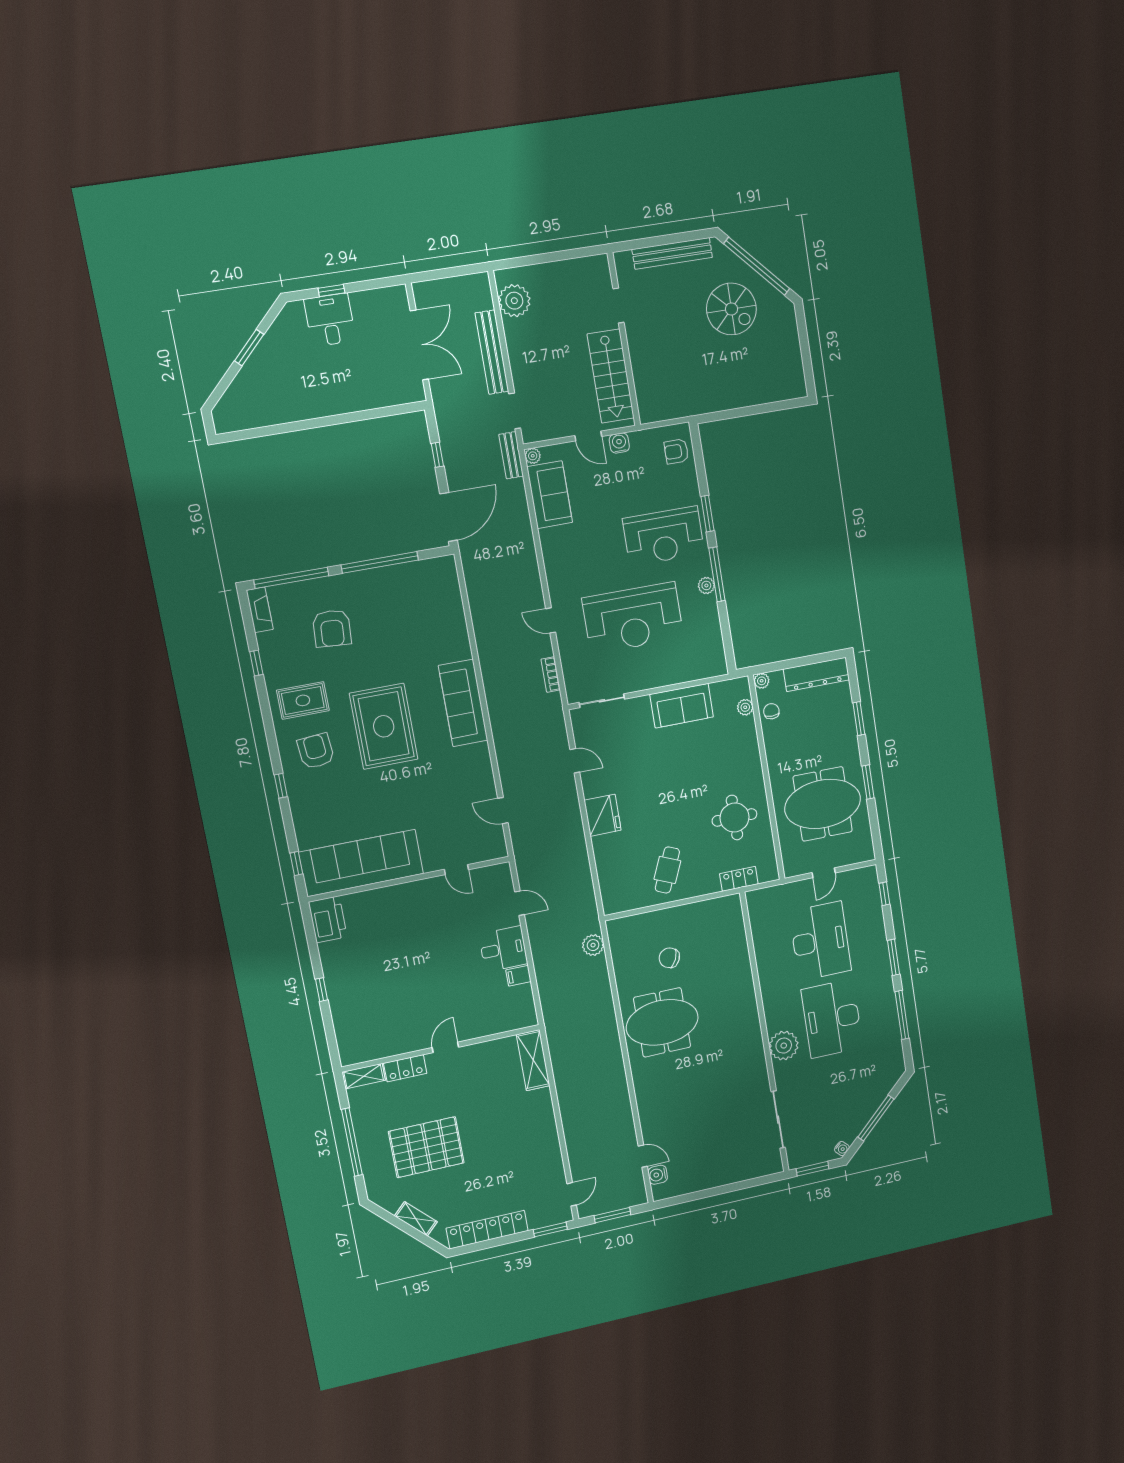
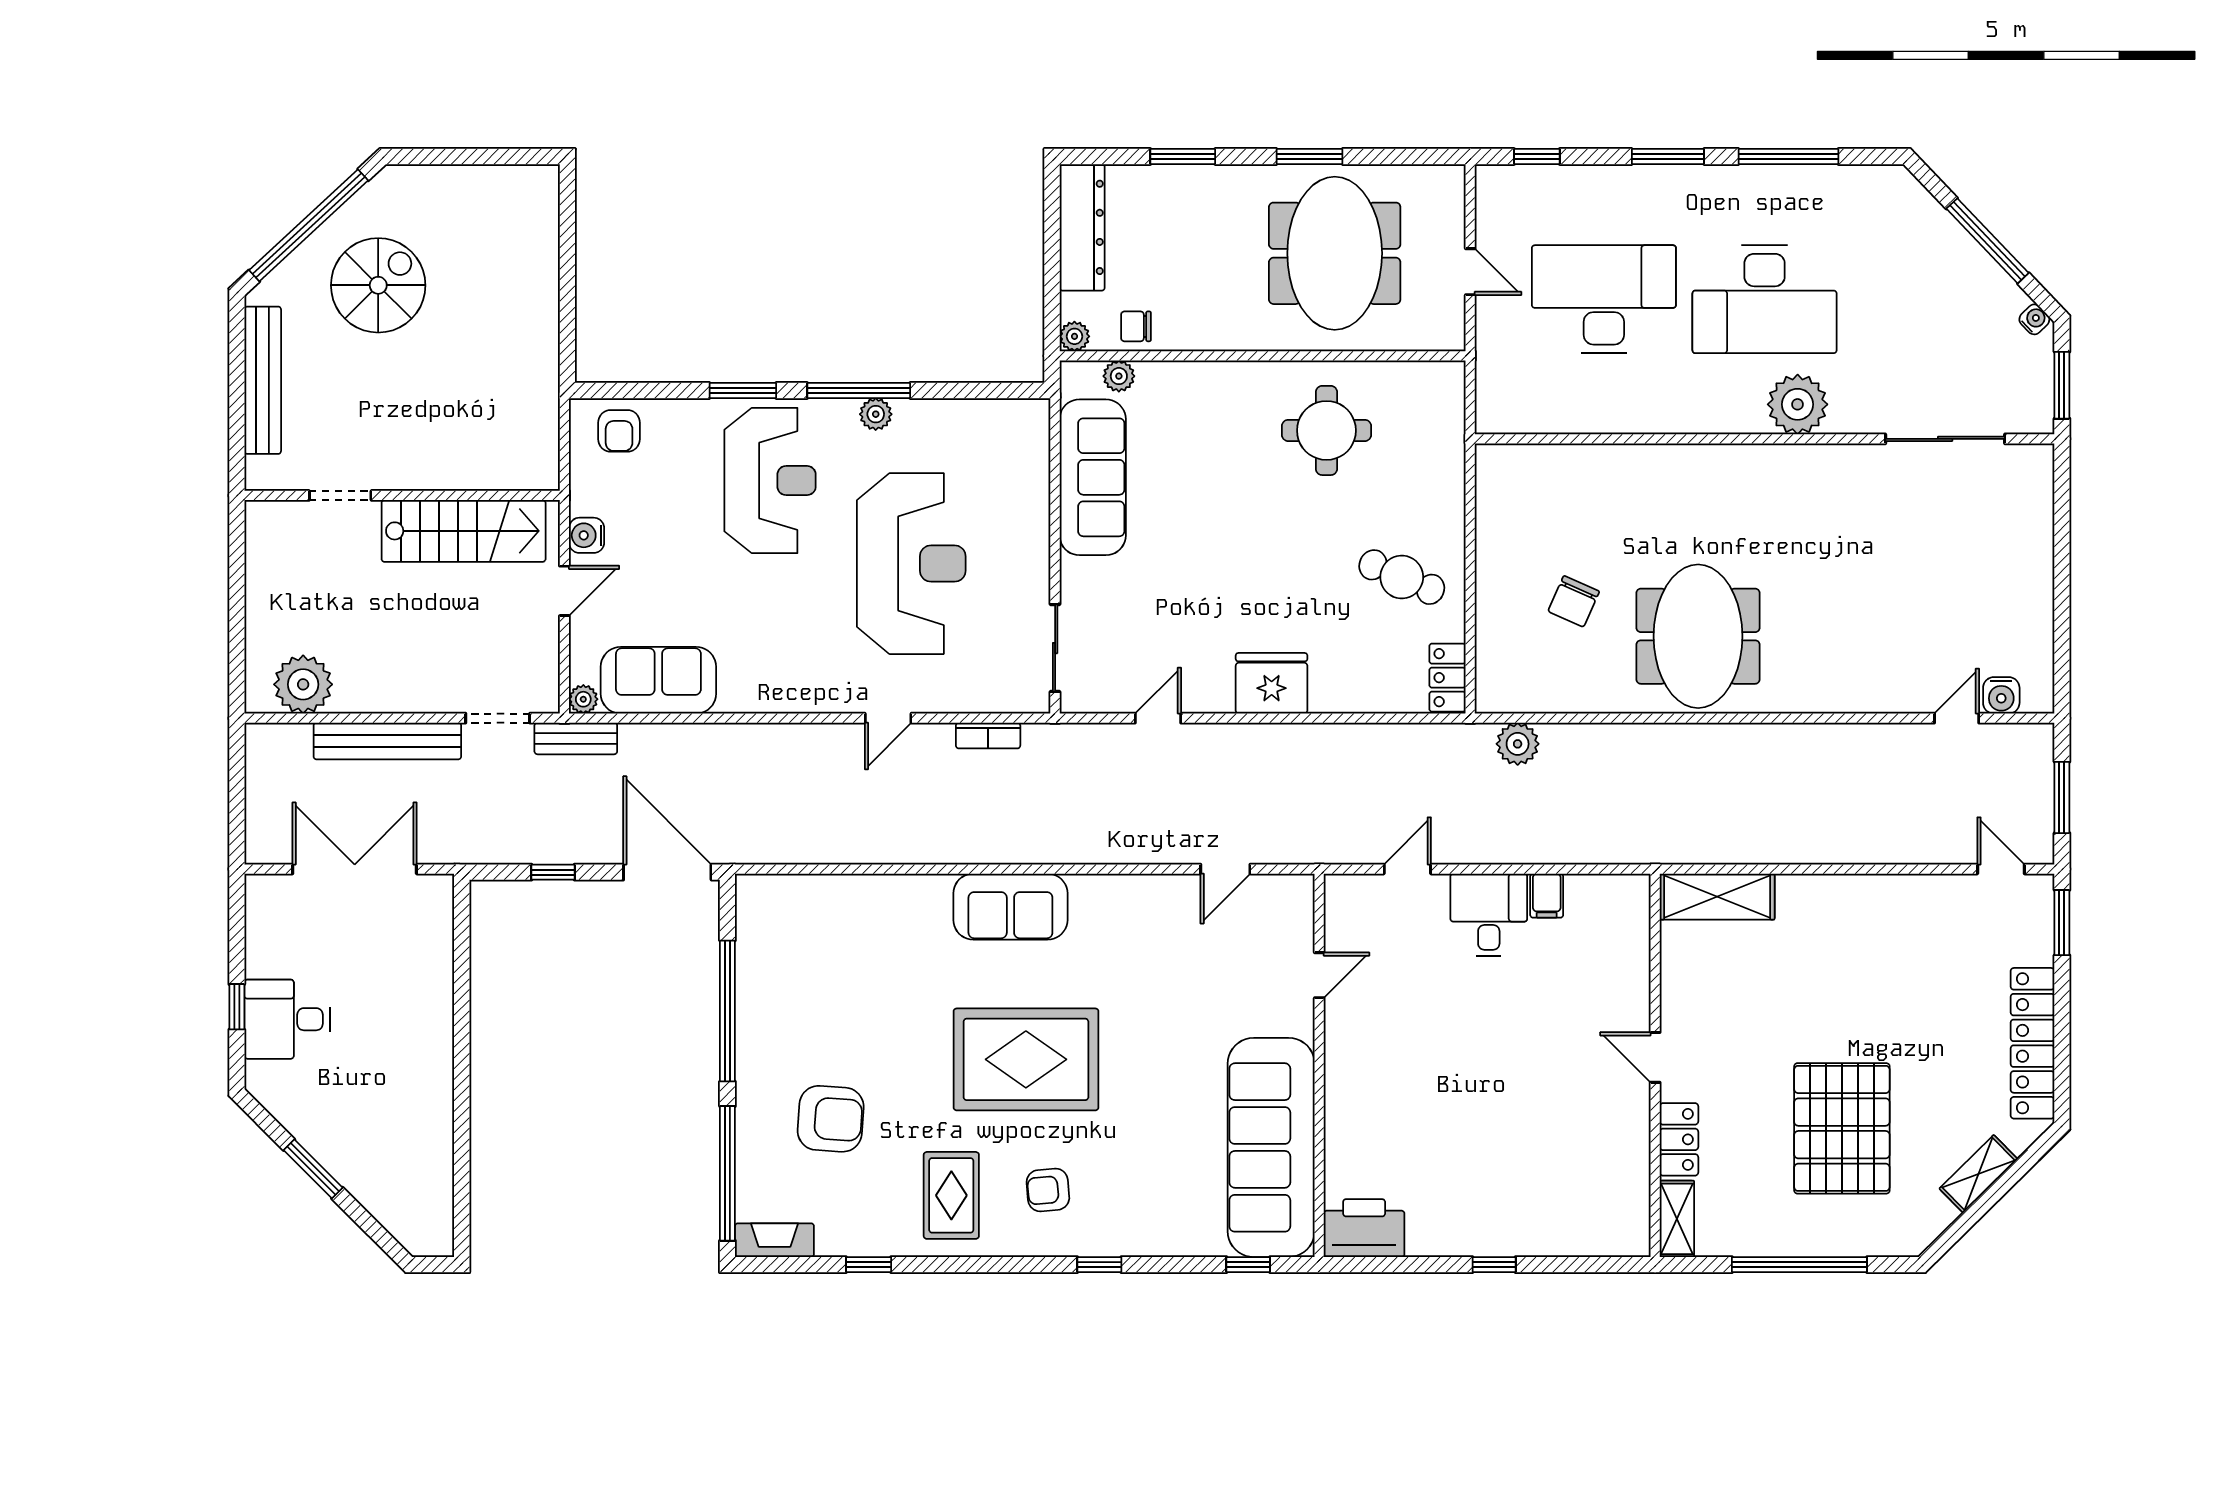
sofa: (463, 703) -> (1010, 907), width x0.73
sofa: (682, 706) -> (1093, 477), width x1.36
armchair: (316, 751) -> (1048, 1190), width x0.72, depth x0.72
locker: (739, 879) -> (1447, 678), moved

